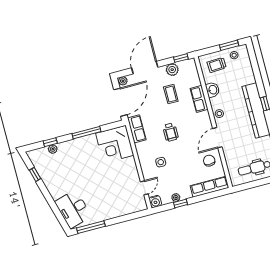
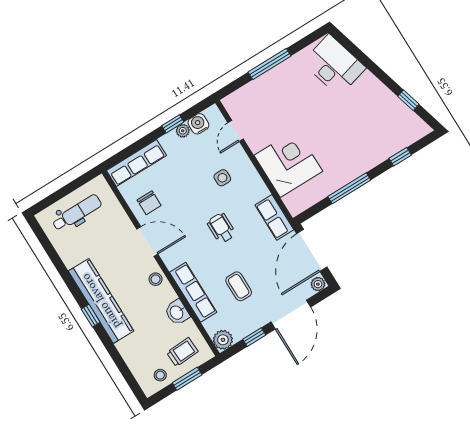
window: (229, 45) -> (187, 379), moved
window: (181, 58) -> (254, 337), moved
plant: (172, 70) -> (223, 340), moved
row of seats: (199, 99) -> (193, 292), width x1.48
door: (217, 138) -> (147, 241), hinge flipped
corner desk: (115, 144) -> (288, 163), moved
plant: (53, 149) -> (393, 147), removed
water cooler: (155, 201) -> (198, 124), moved
window: (91, 227) -> (269, 64), moved

